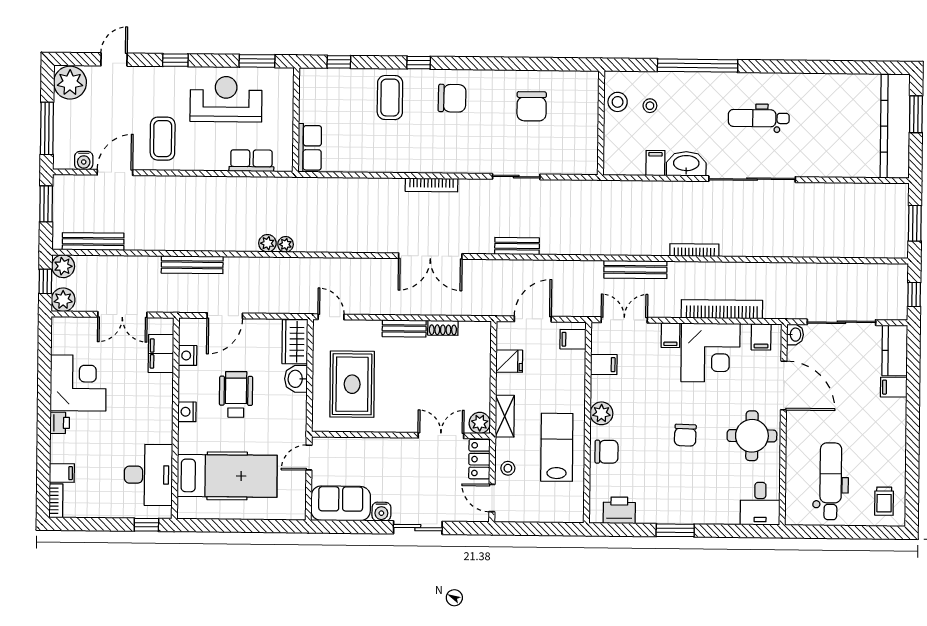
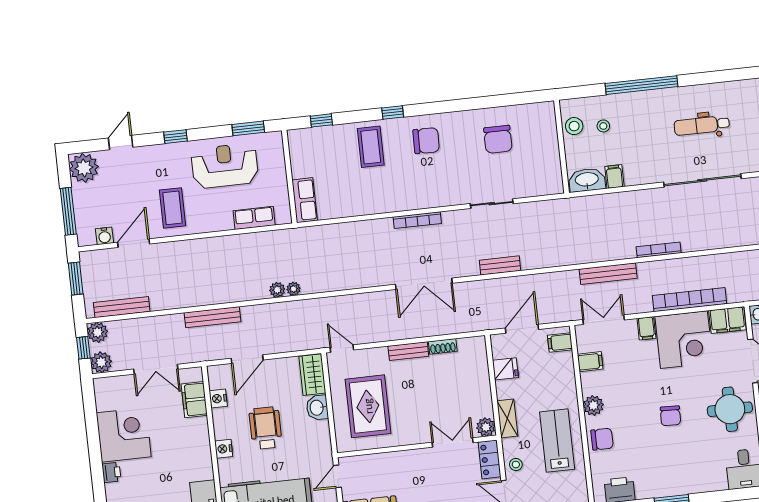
washbasin: (686, 164) -> (587, 180), moved
filing cabinet: (761, 337) -> (727, 320), width x2.00

